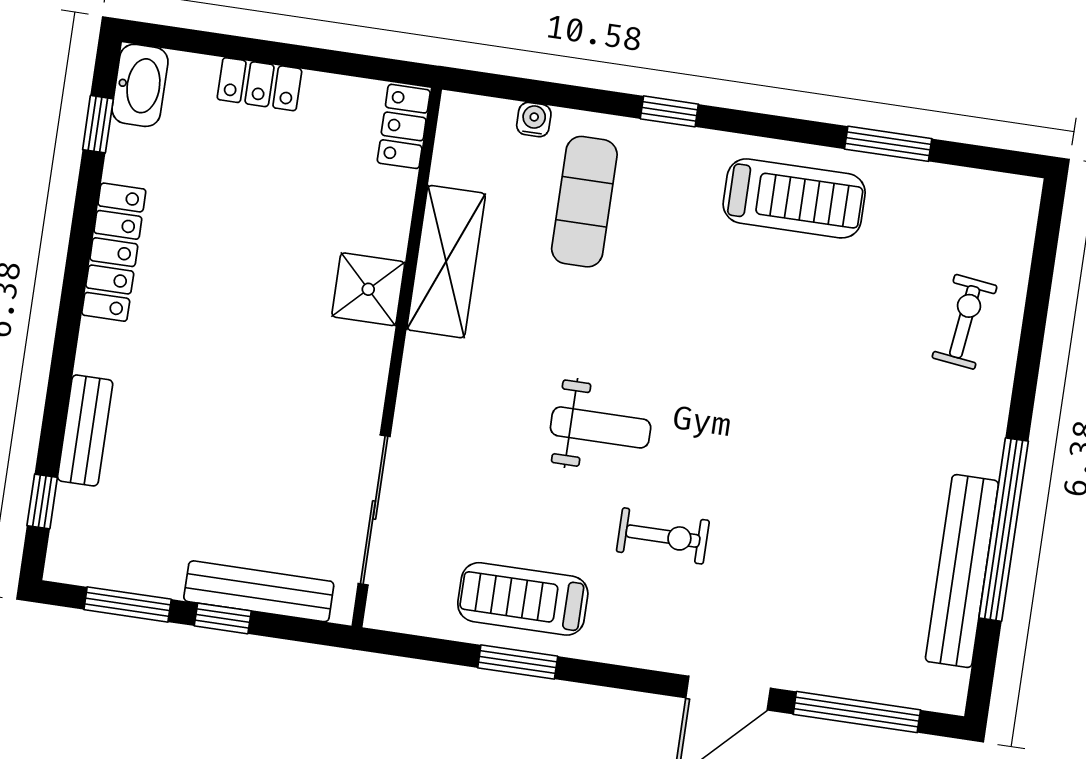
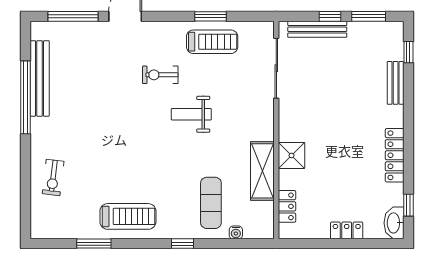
locker: (404, 126) -> (287, 206), moved
treadmill: (794, 198) -> (128, 216), turned 180

